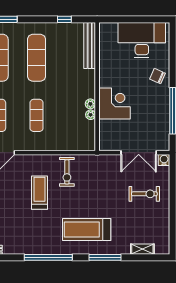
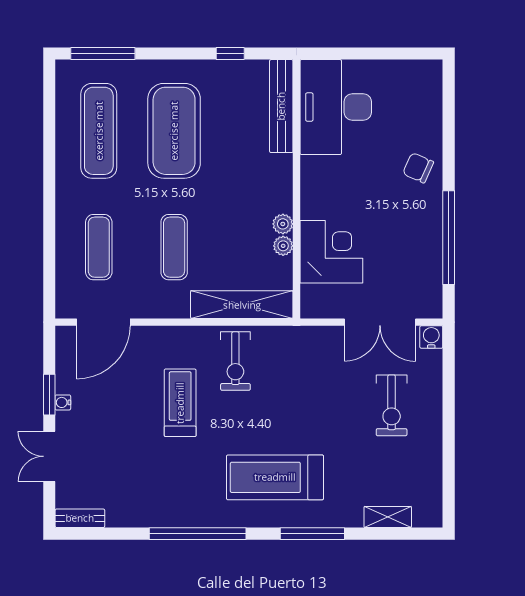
desk: (142, 40) -> (336, 107), moved, turned -90
exercise mat: (37, 58) -> (174, 131), width x1.47
corner desk: (115, 104) -> (331, 252), moved
shelving: (70, 144) -> (242, 305), added
exercise bike: (144, 194) -> (392, 405), turned 90

